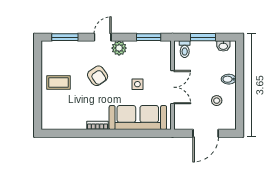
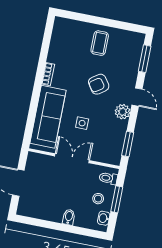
double door: (173, 87) -> (72, 158), swing flipped
stool: (217, 101) -> (98, 199), moved

